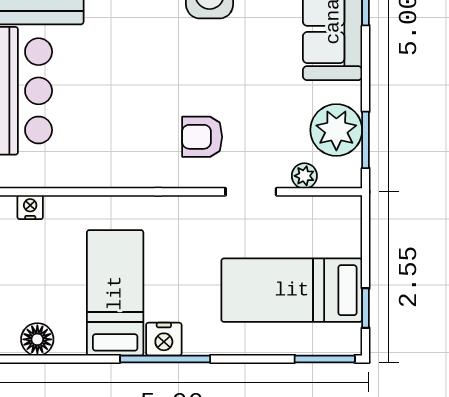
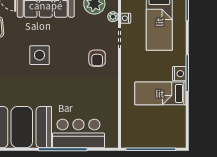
nightstand: (30, 207) -> (126, 18), moved
floor lamp: (37, 339) -> (179, 125), removed

